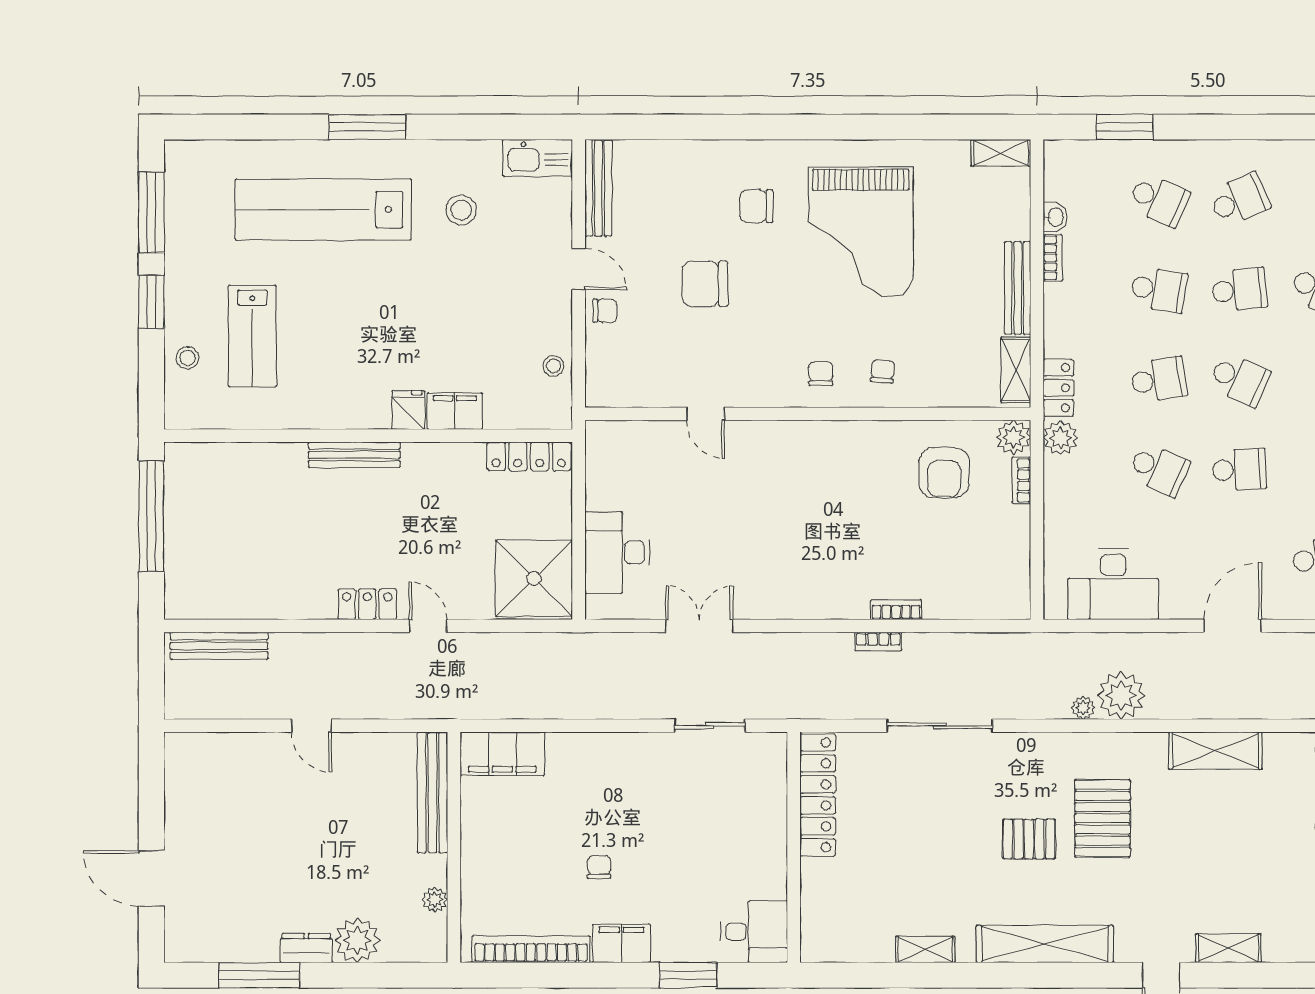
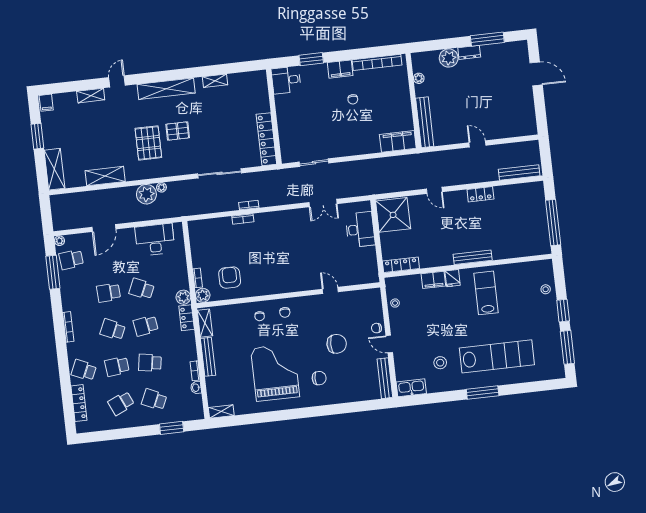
lab bench: (252, 336) -> (486, 293), moved
locker: (367, 604) -> (480, 194), moved

